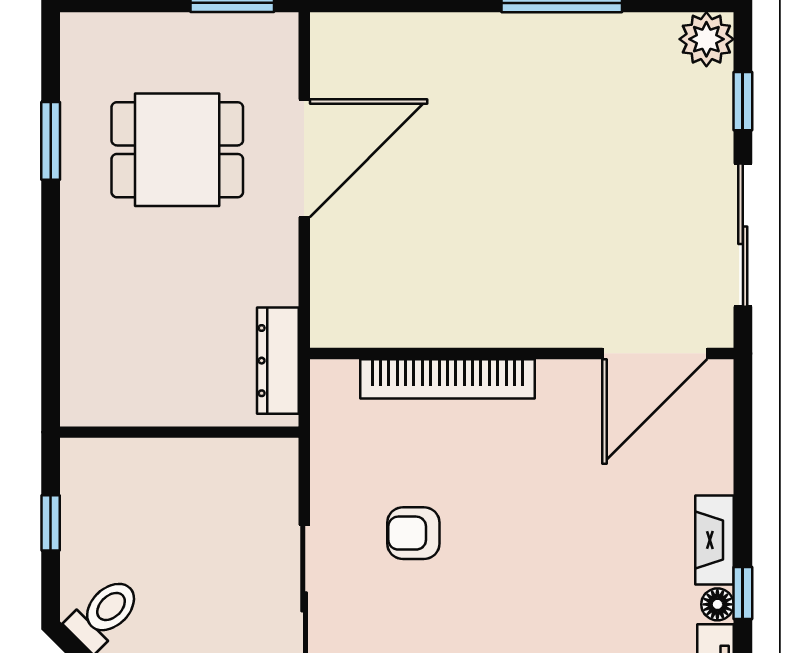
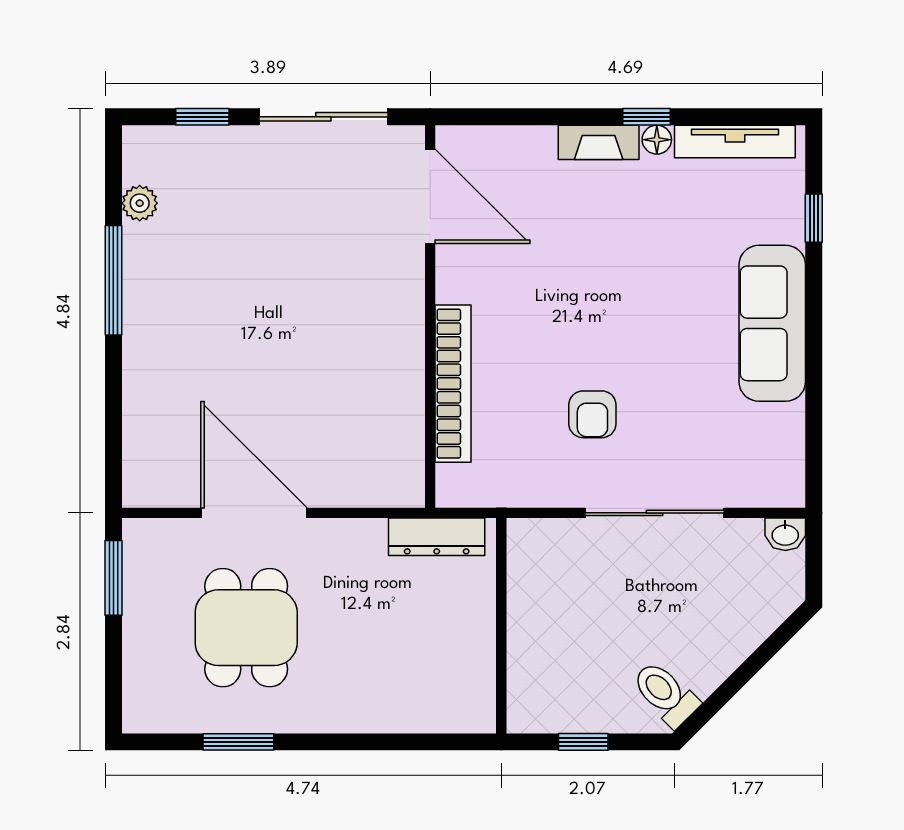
plant: (706, 39) -> (140, 203), moved, width x0.73, depth x0.73

